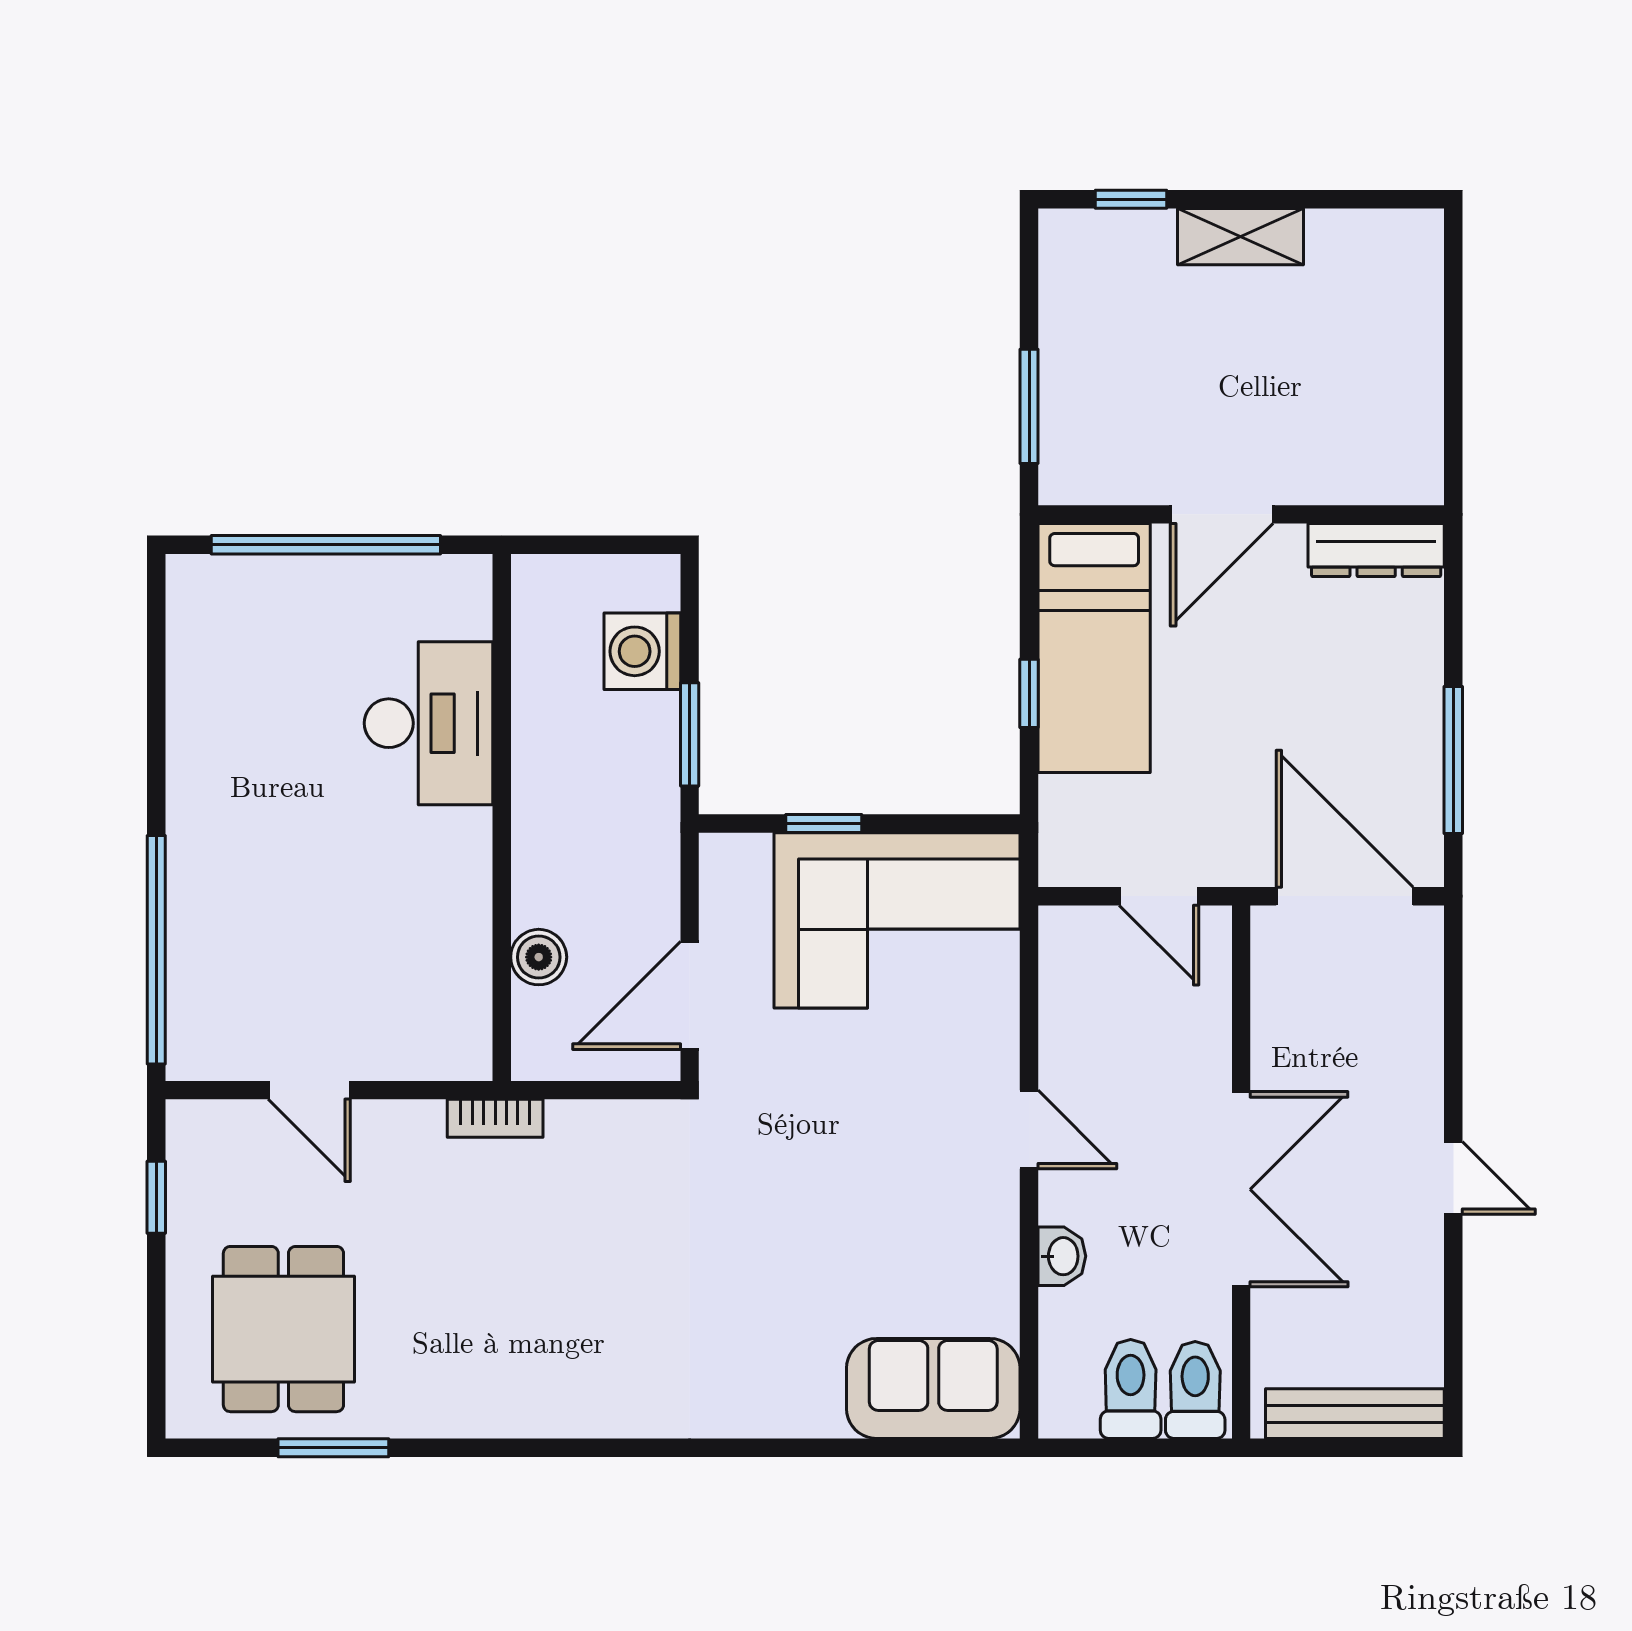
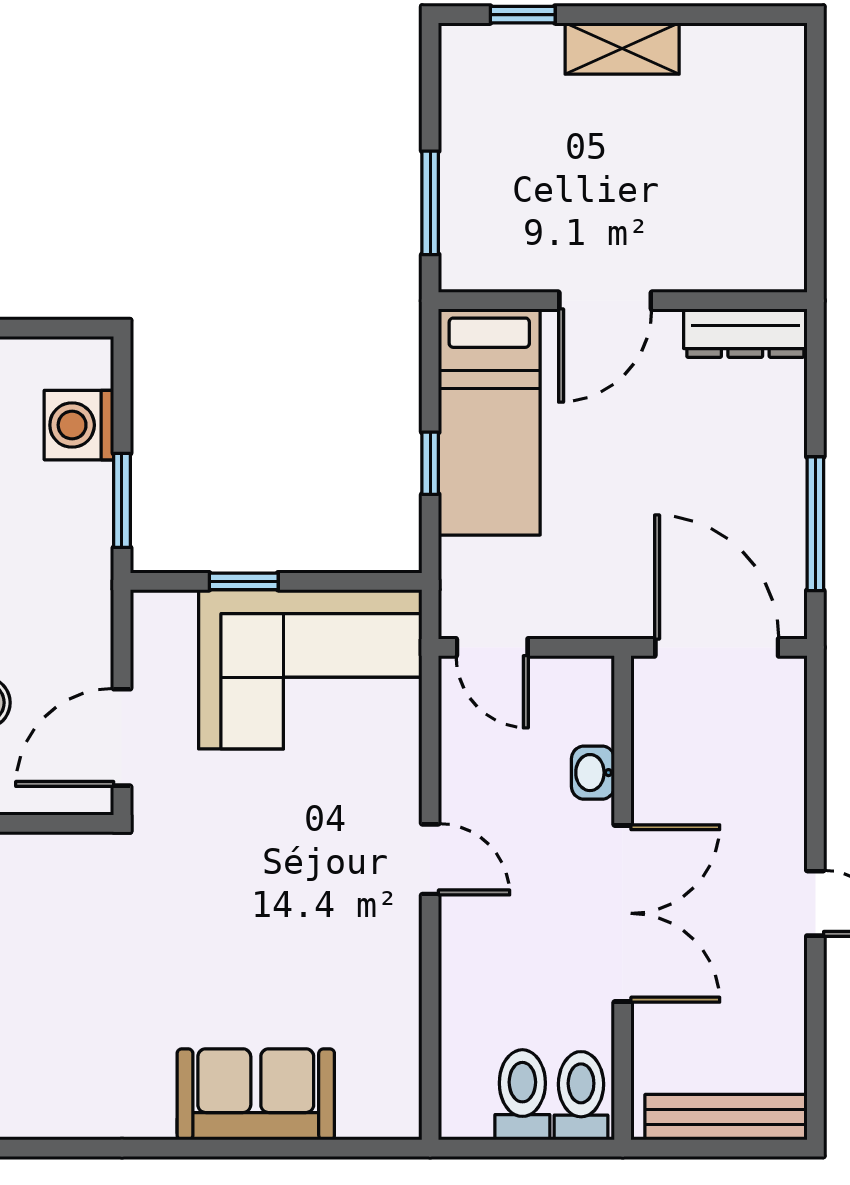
door: (1159, 896) -> (492, 647), moved
washbasin: (1062, 1256) -> (593, 773), moved, turned 180
sofa: (933, 1388) -> (256, 1094), moved

